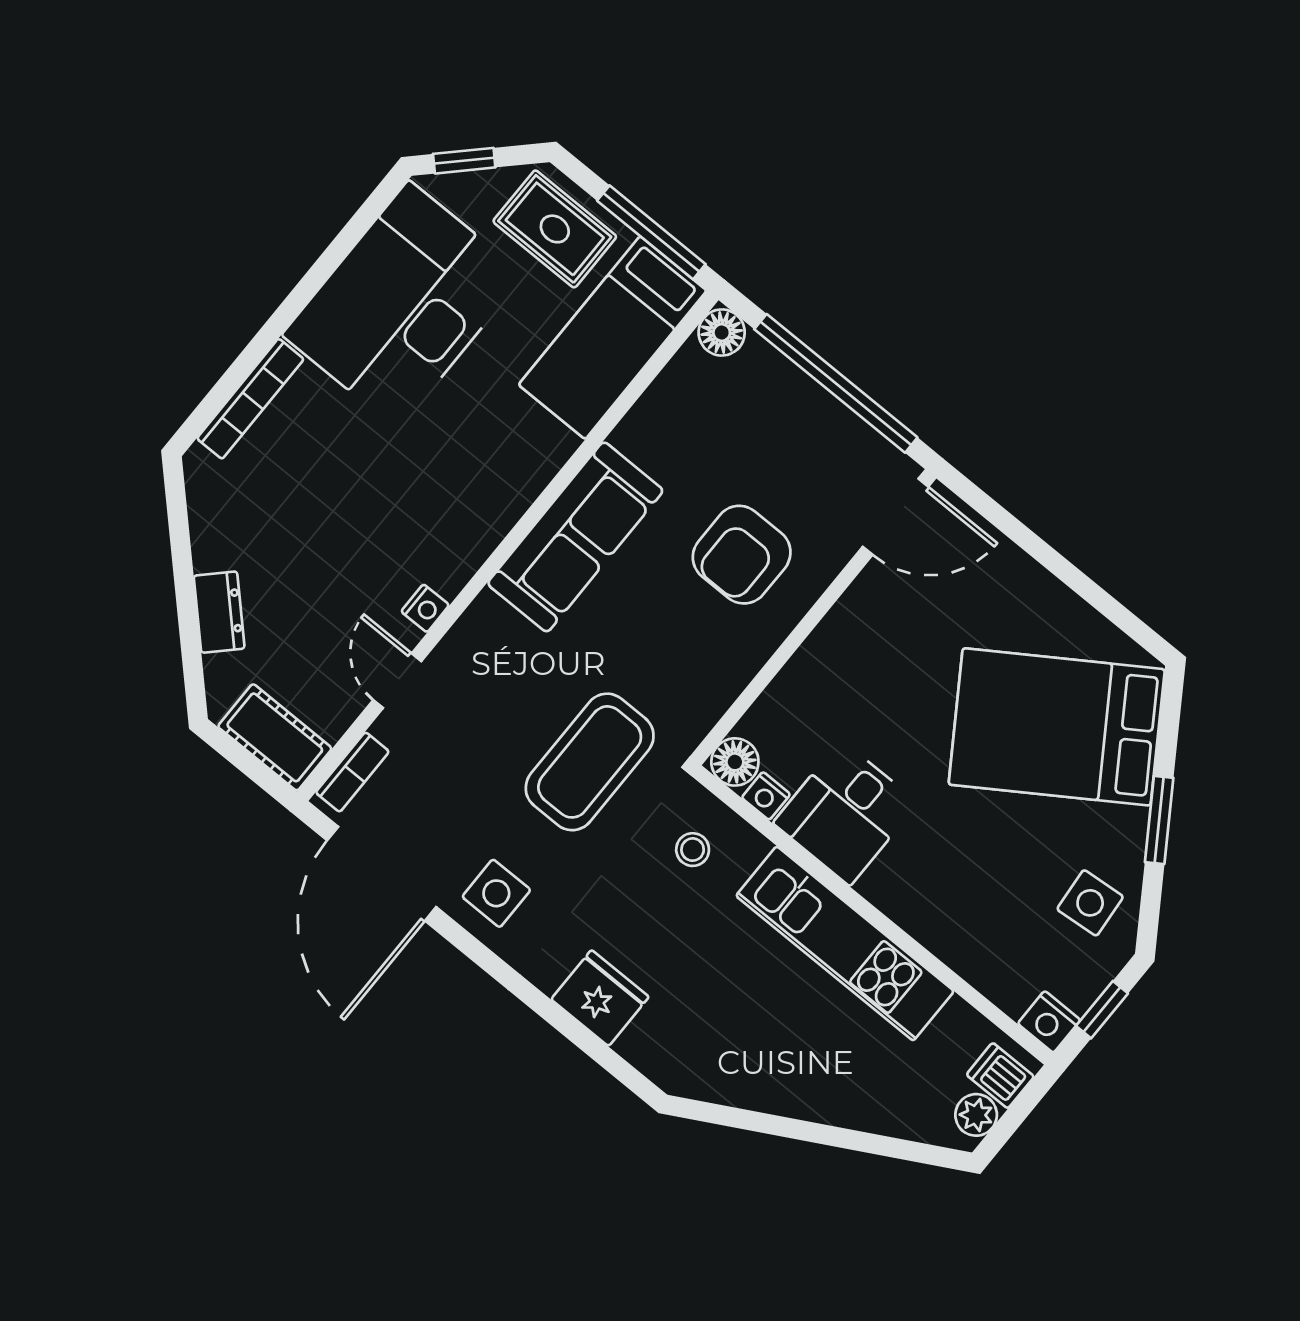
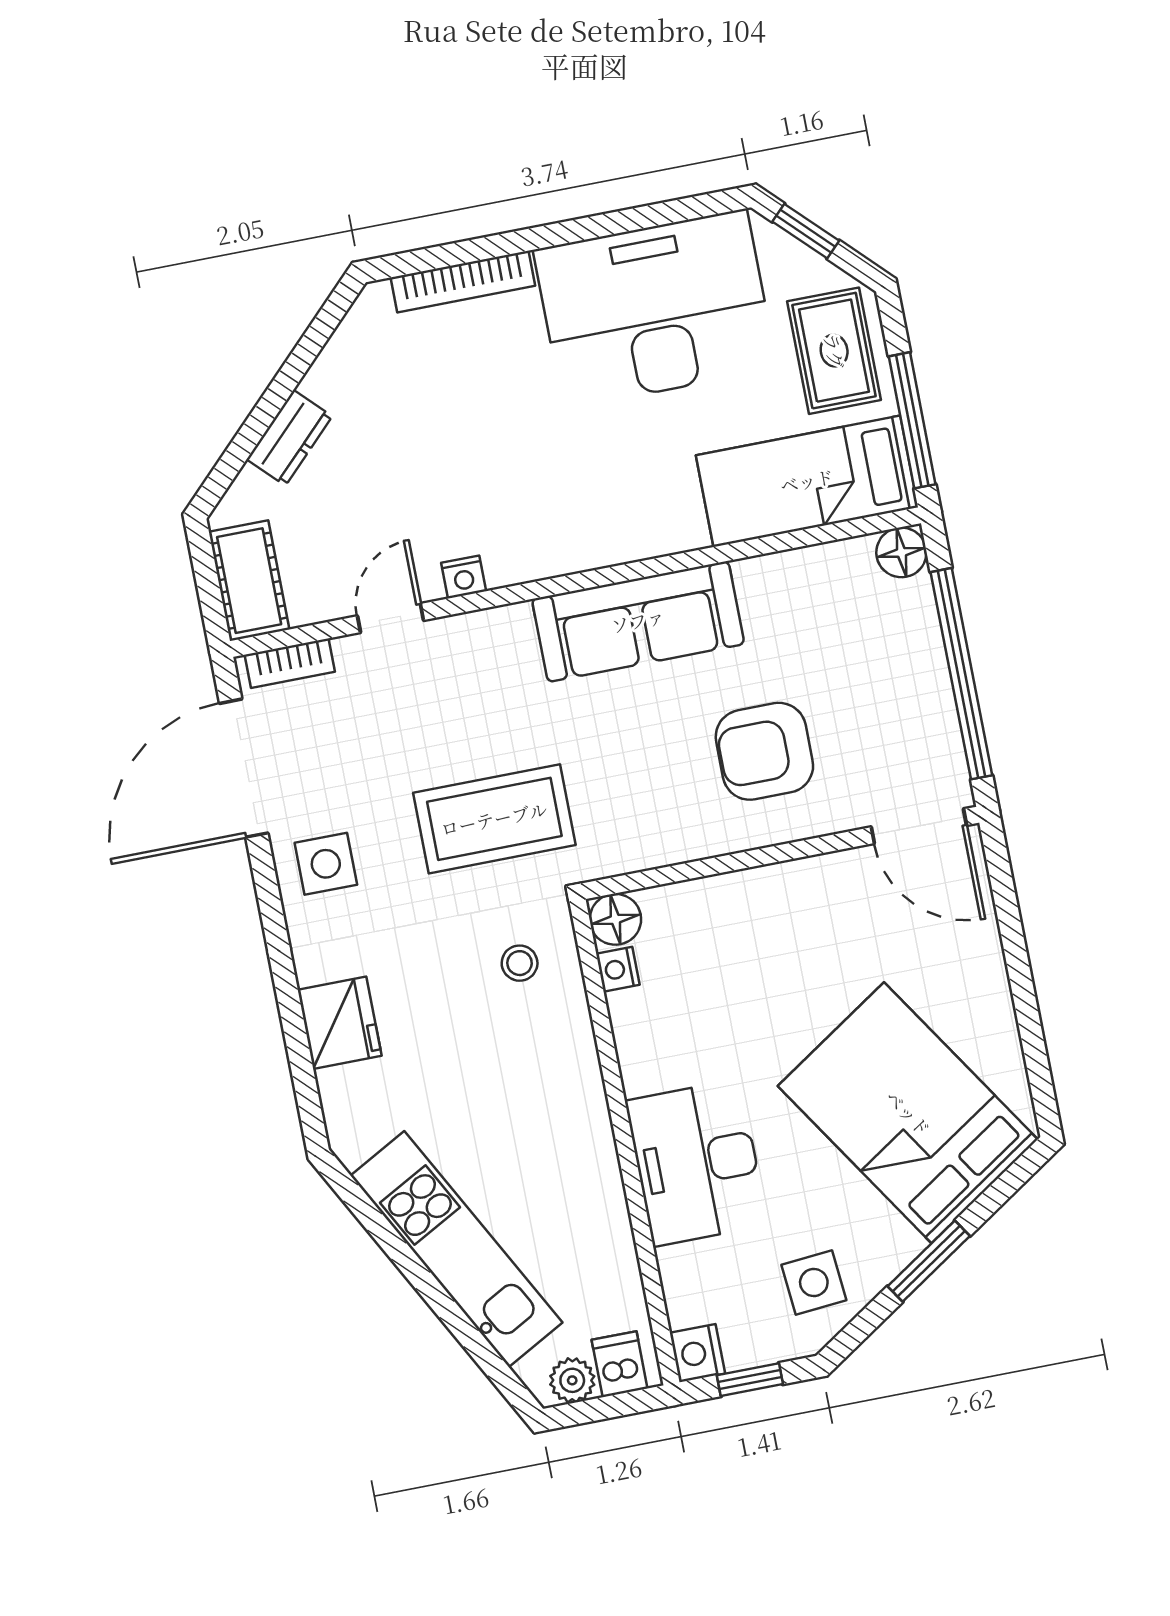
desk: (845, 813) -> (696, 1163), moved, width x1.37
kitchen unit: (845, 944) -> (456, 1249), moved, turned 151

